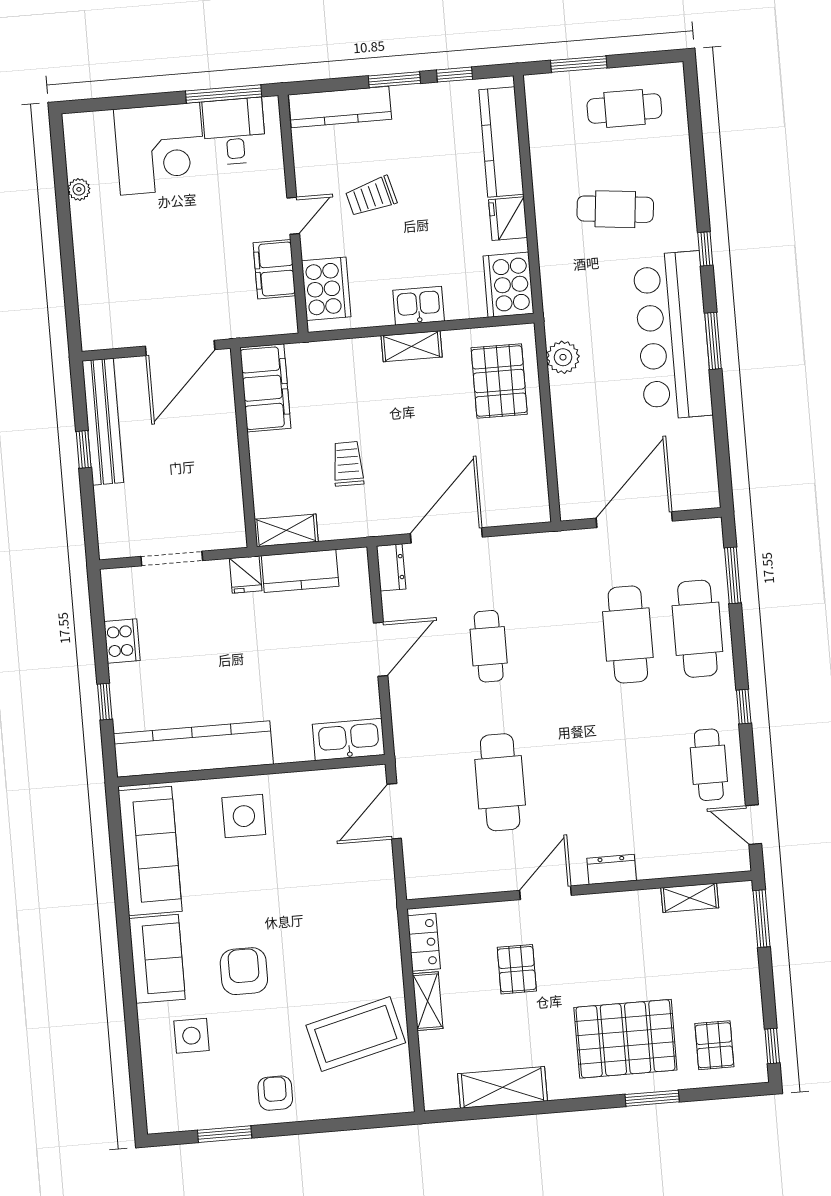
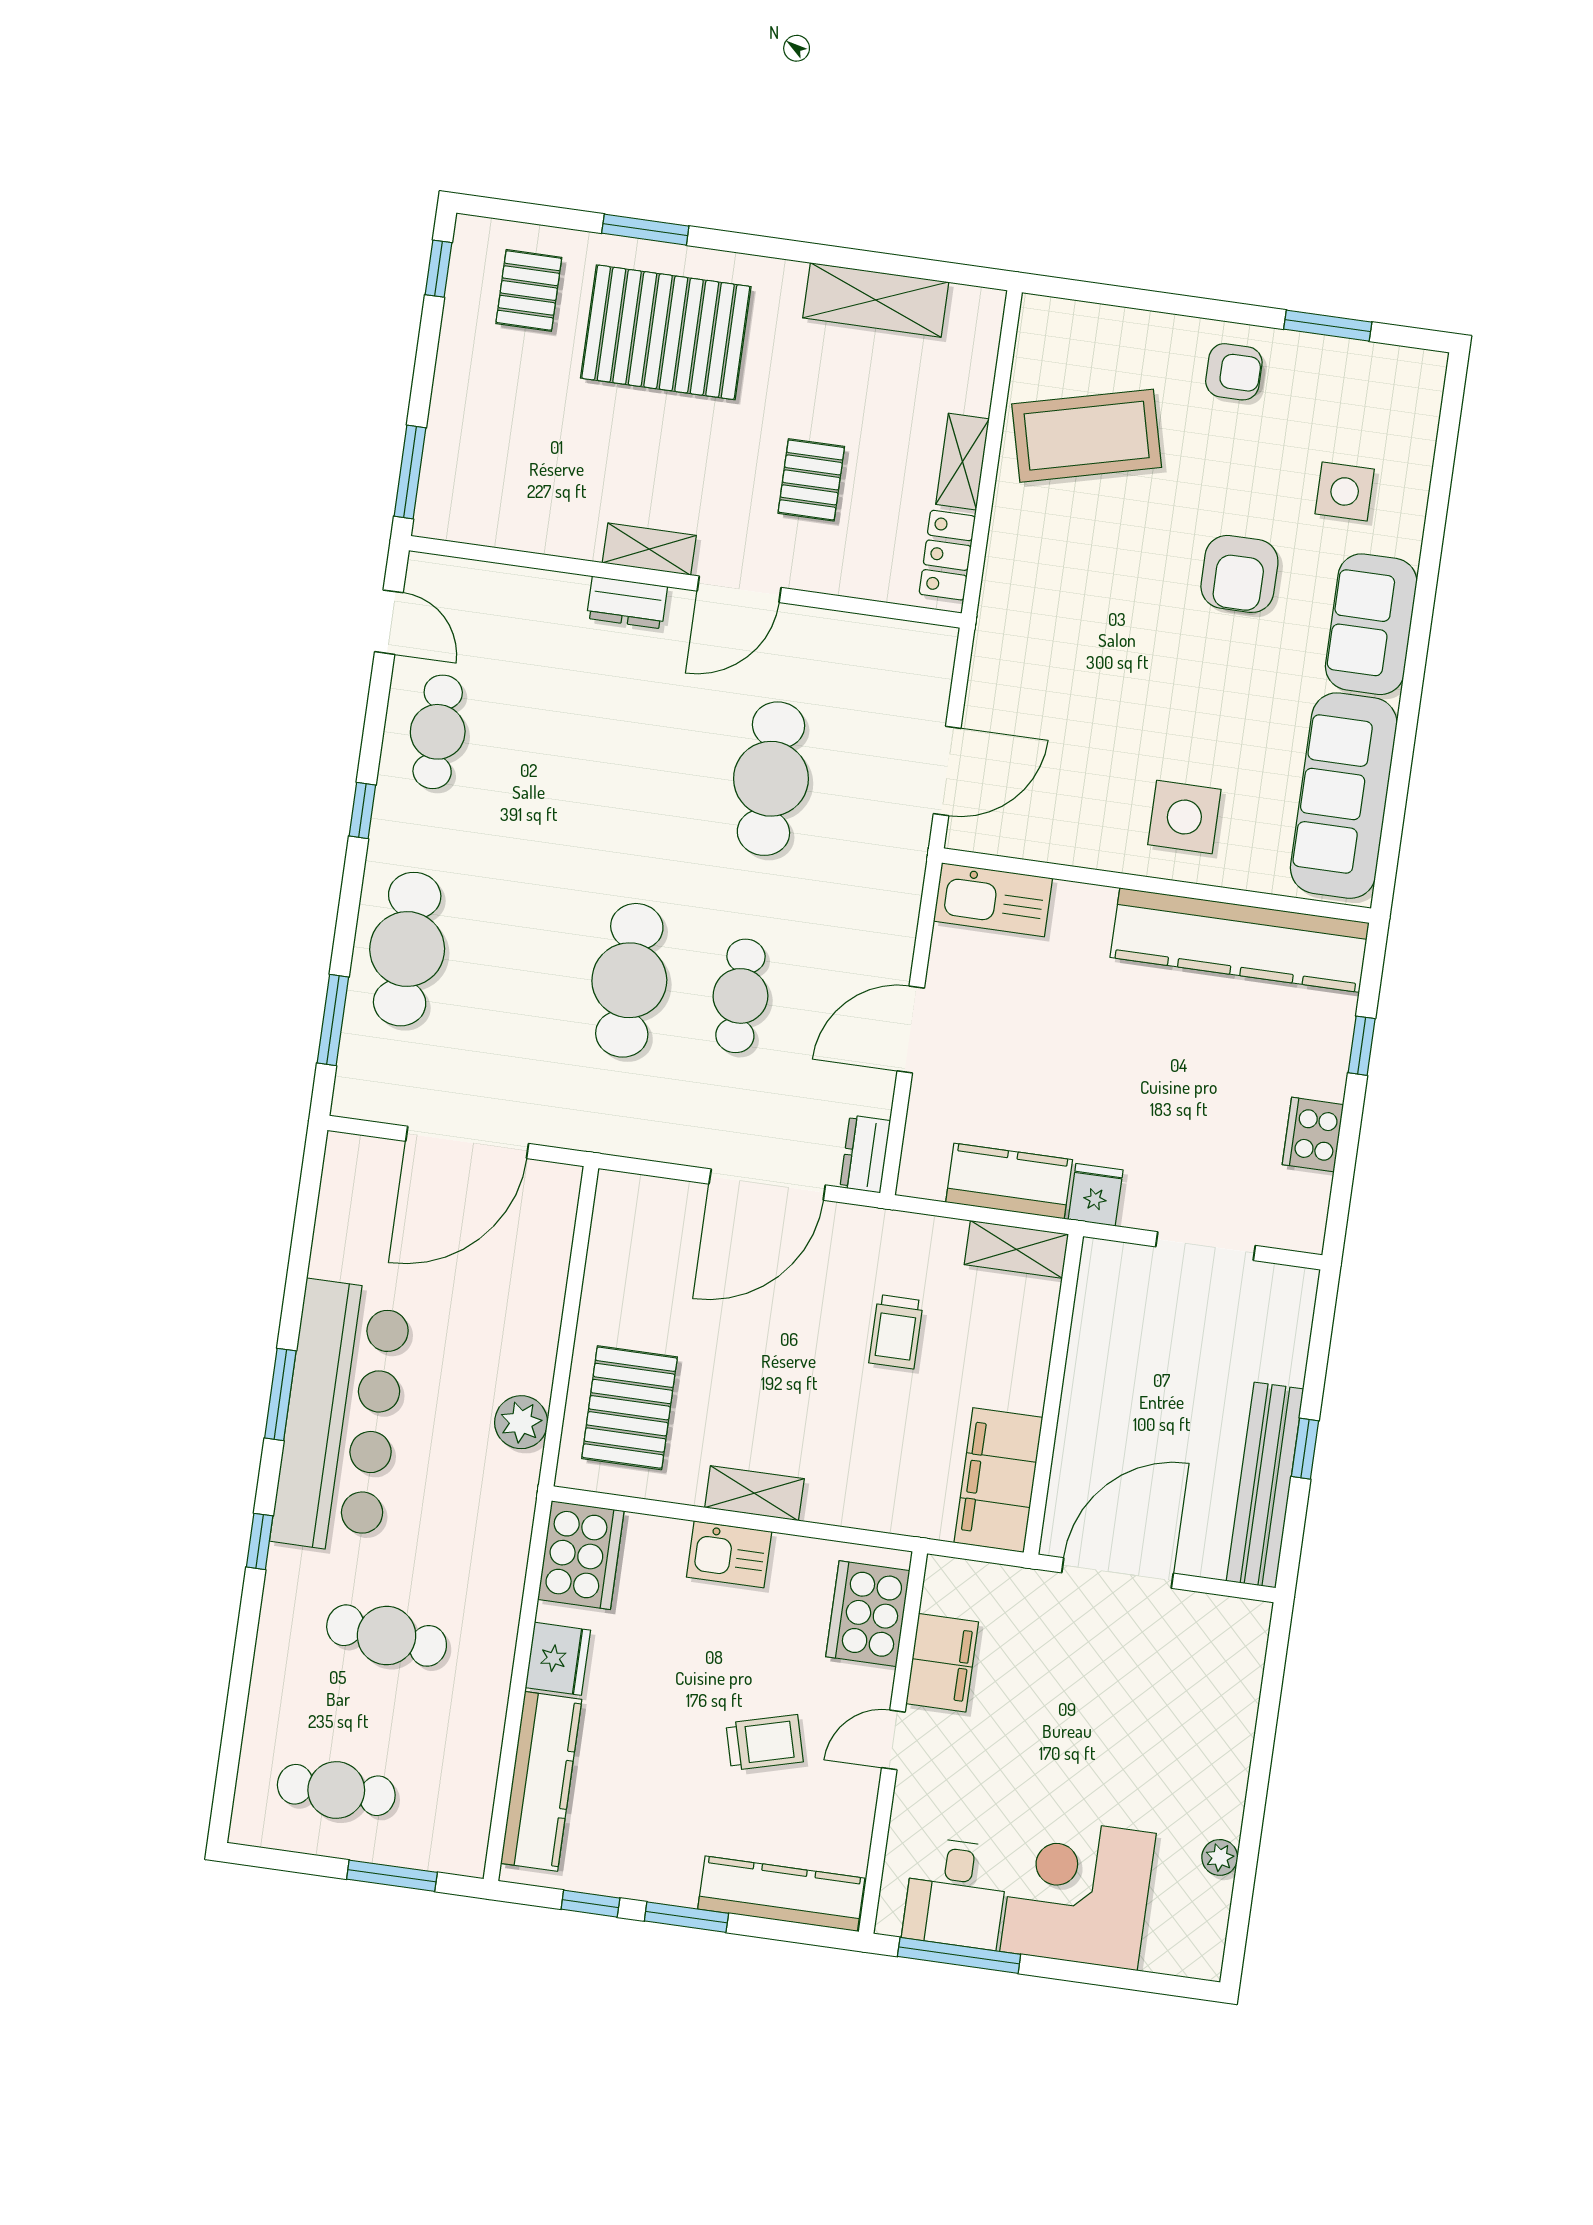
cafe table: (628, 635) -> (629, 980), moved
shelving: (690, 898) -> (649, 549), moved
armchair: (275, 1093) -> (1234, 372), turned -90

